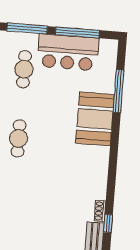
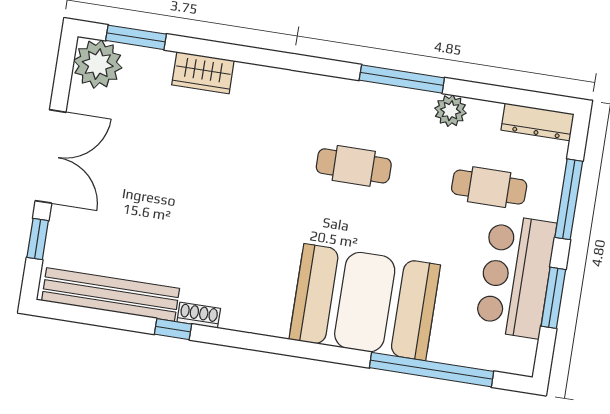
window: (77, 32) -> (553, 298), width x0.69
window: (118, 91) -> (431, 370), width x1.46
booth: (95, 119) -> (365, 302), width x1.36, depth x1.42

